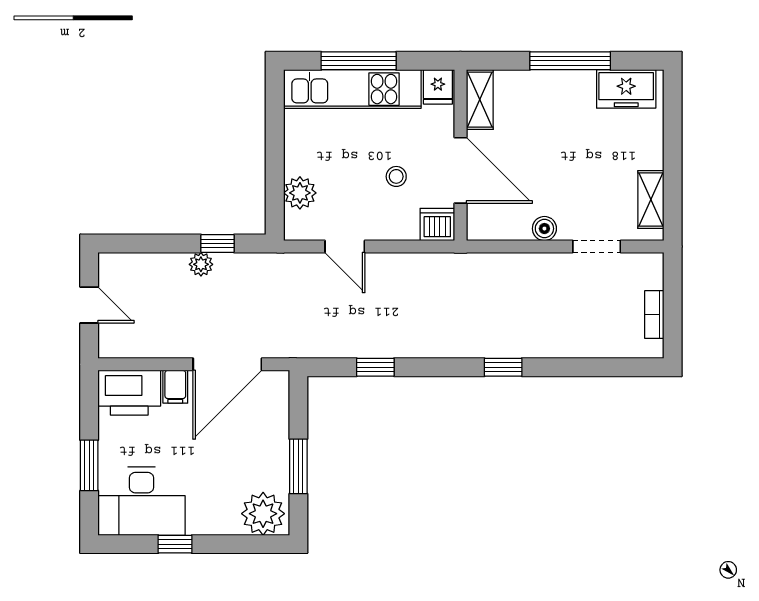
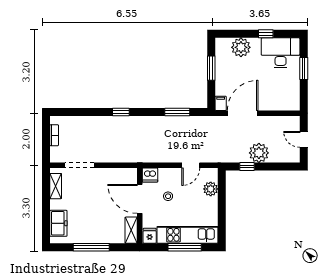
freezer: (626, 89) -> (58, 223), moved, turned 90
boiler: (544, 229) -> (103, 173), removed
door: (345, 246) -> (191, 165), swing flipped
doorway: (597, 246) -> (79, 165), width x1.38
plant: (201, 264) -> (259, 153), width x1.88, depth x1.88
window: (375, 367) -> (177, 112), width x1.50
filing cabinet: (175, 387) -> (221, 103), moved
printer: (129, 393) -> (286, 101), removed
plant: (263, 514) -> (241, 47), moved

